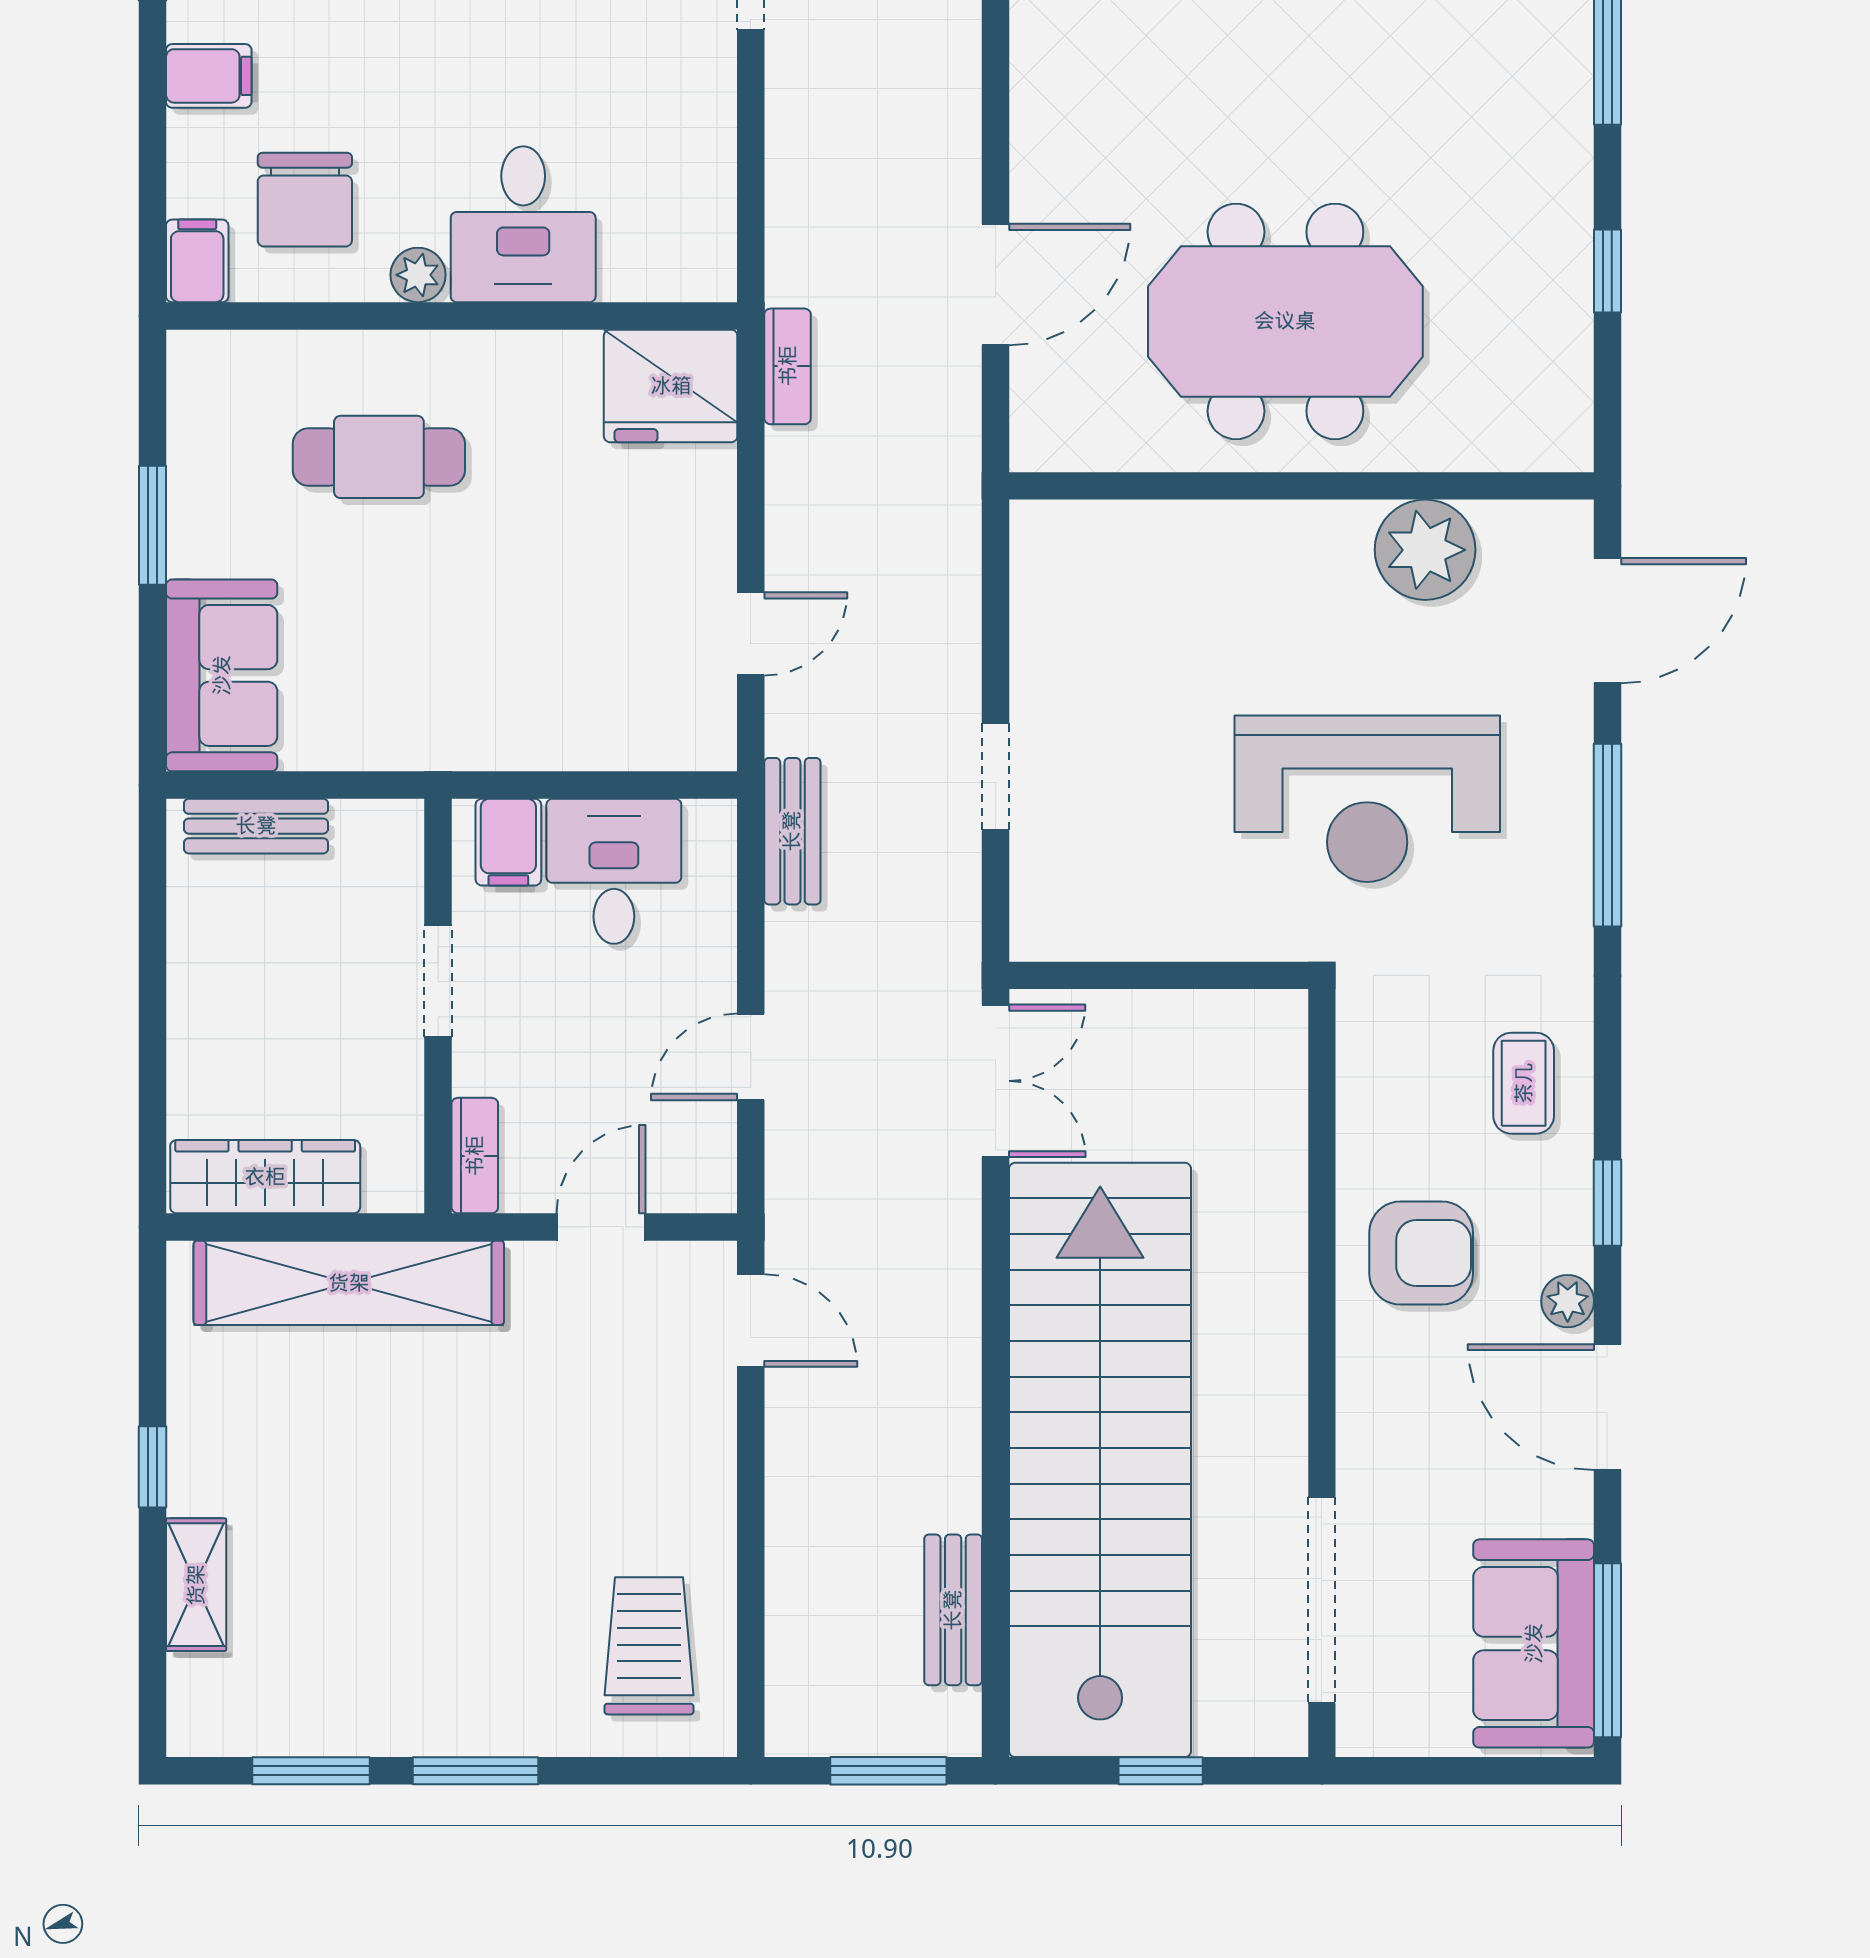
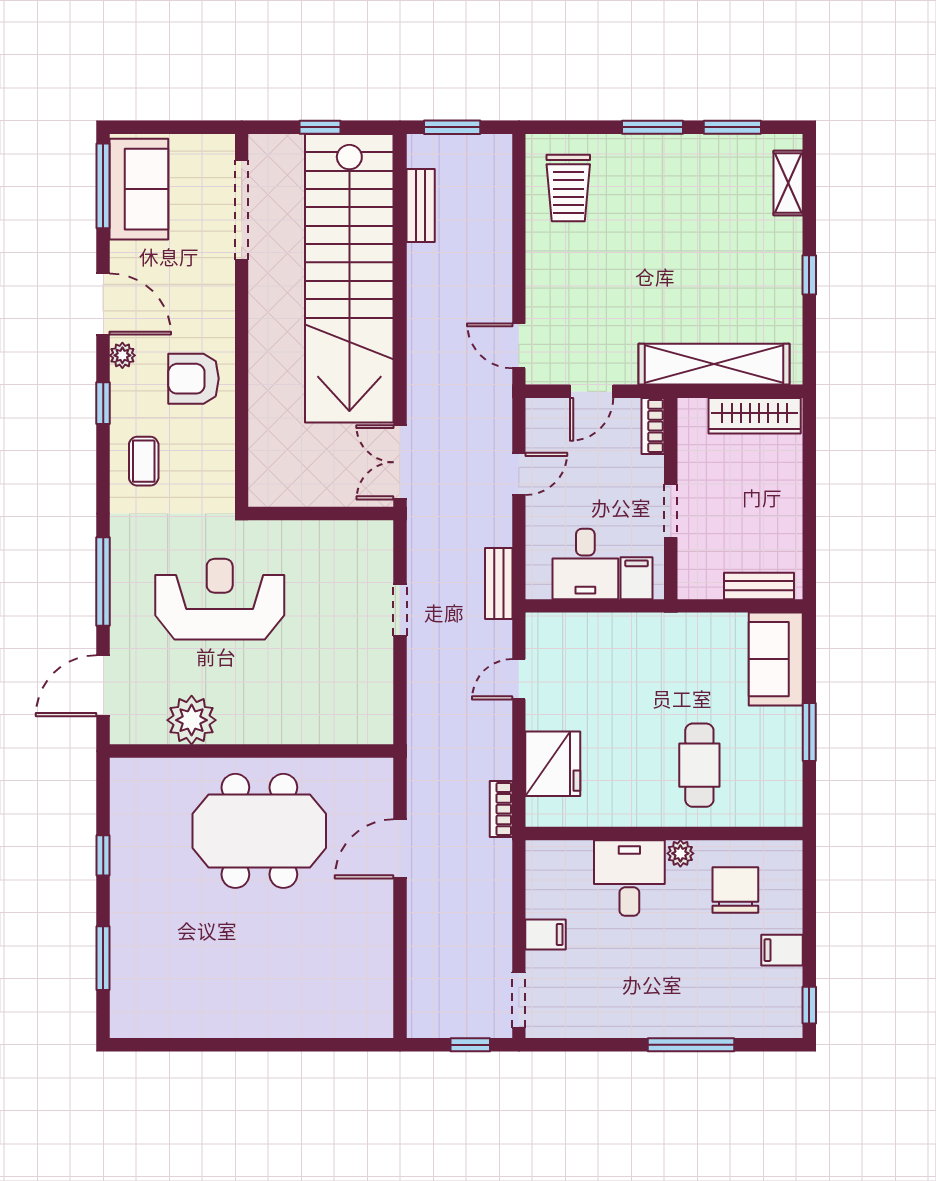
filing cabinet: (197, 261) -> (546, 934), moved, turned -90
fridge: (671, 386) -> (553, 764), moved, turned 90
cafe table: (379, 457) -> (699, 765), turned 90
shelving: (196, 1585) -> (788, 183), moved

